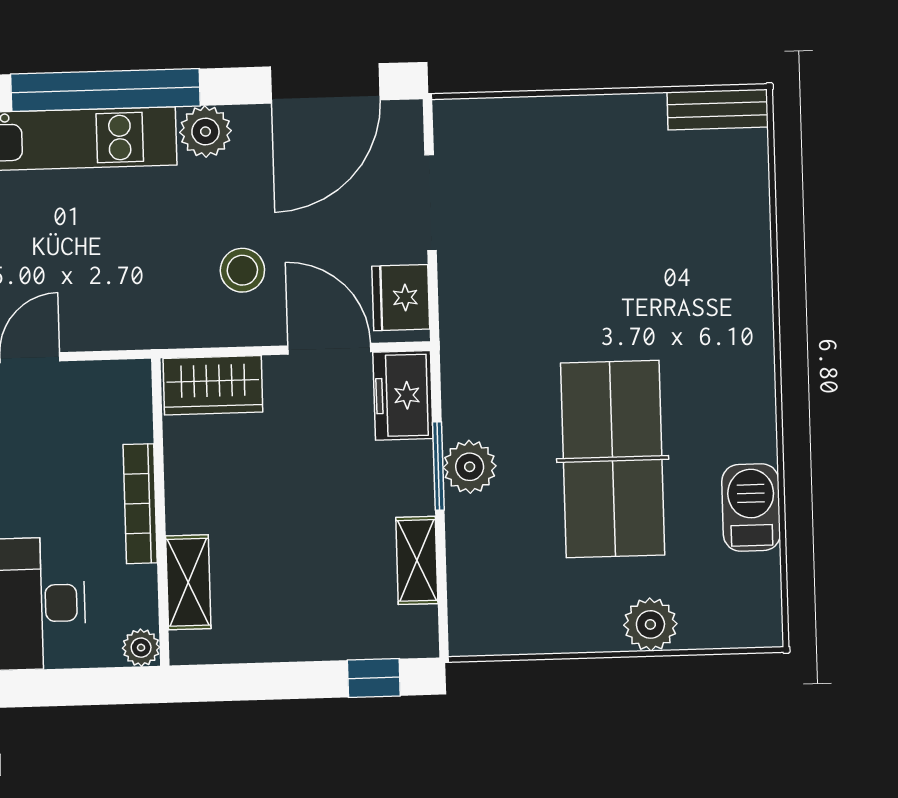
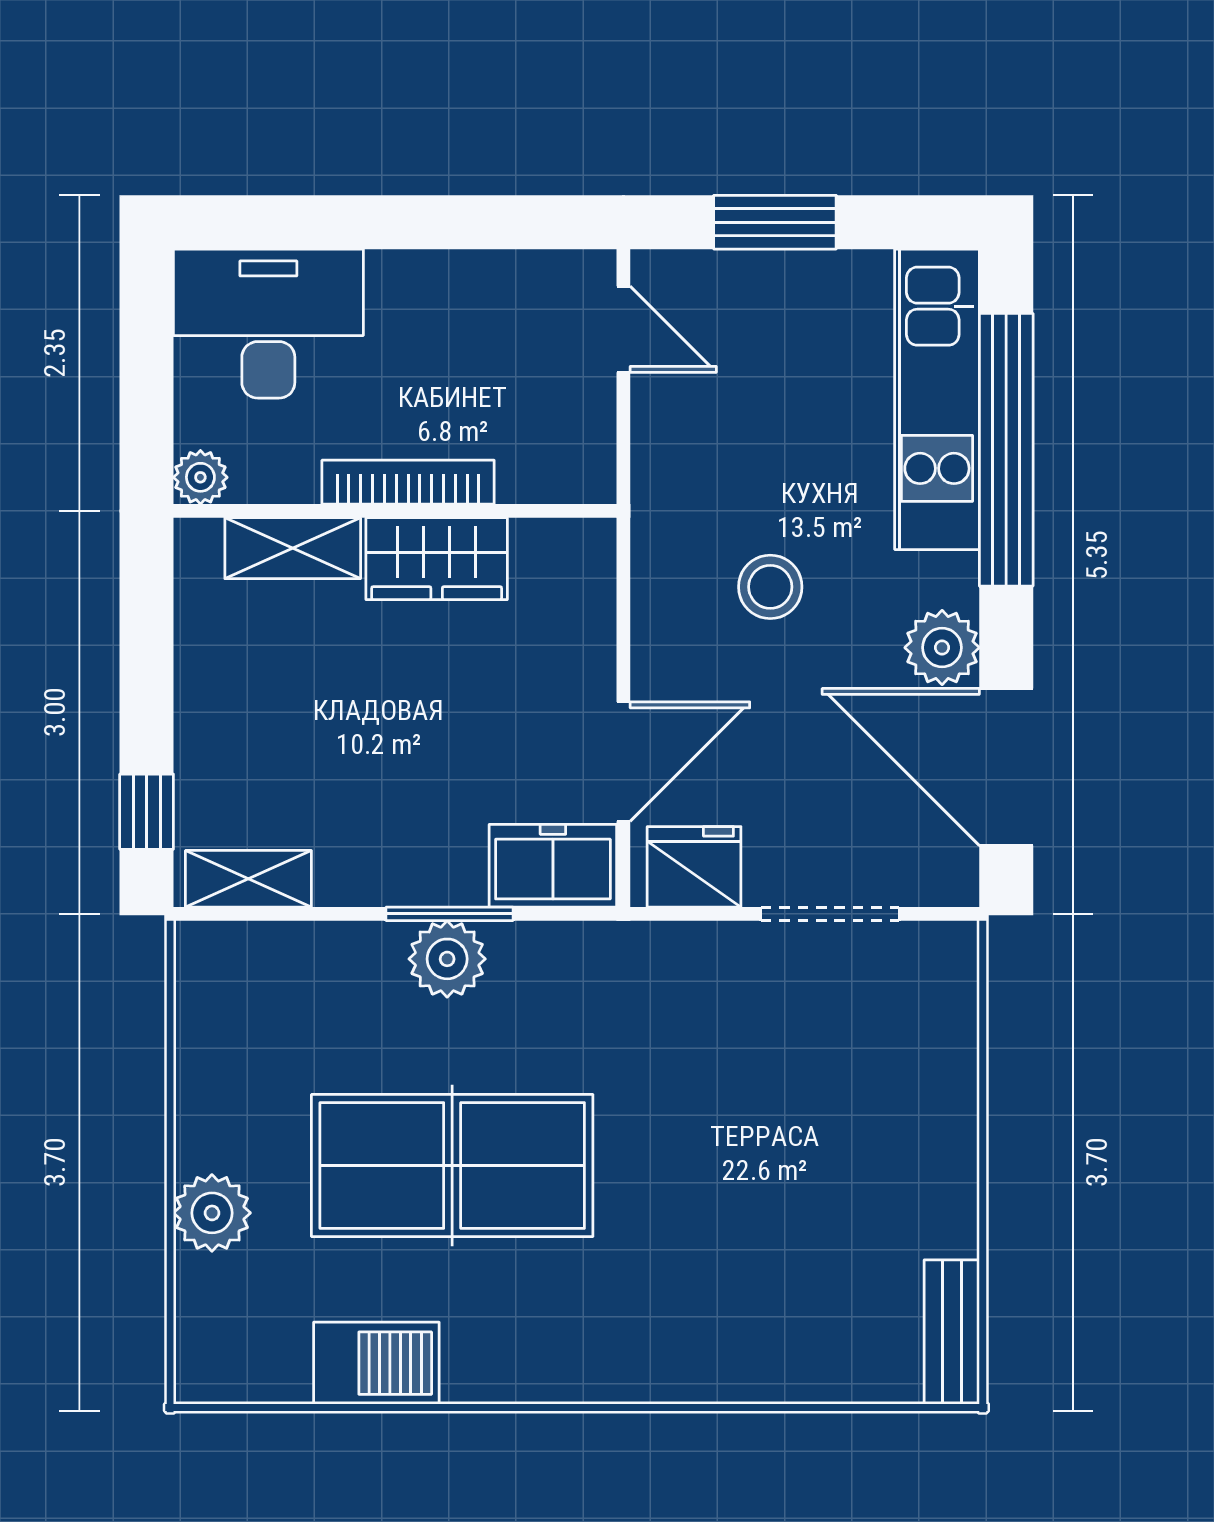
plant: (205, 132) -> (942, 648), moved
stool: (242, 270) -> (770, 587), moved
wardrobe: (213, 385) -> (437, 559), moved, turned -90
shelving: (417, 560) -> (248, 879), moved

